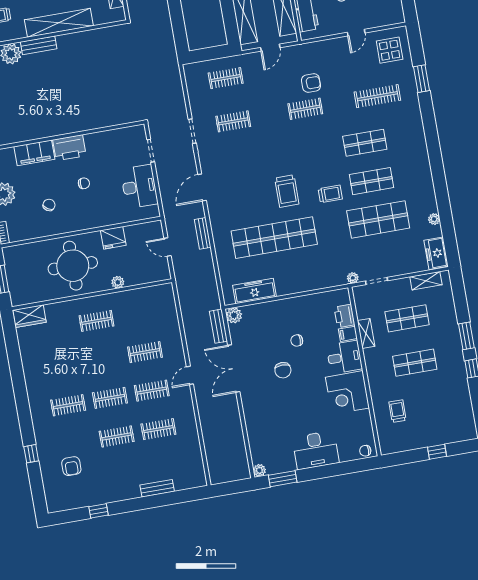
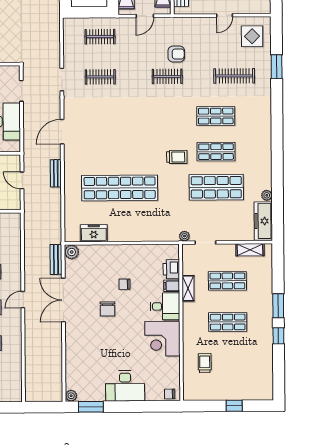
trolley: (287, 191) -> (138, 148), removed
freezer: (436, 253) -> (263, 221), width x1.40
freezer: (254, 291) -> (94, 233), width x0.71

